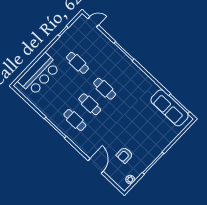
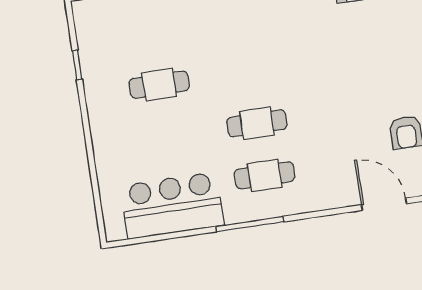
bar counter: (39, 74) -> (172, 205), moved, turned -90
cafe table: (105, 89) -> (249, 71), removed

